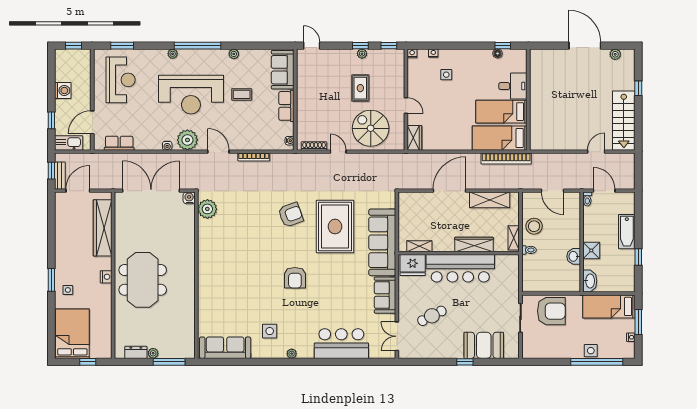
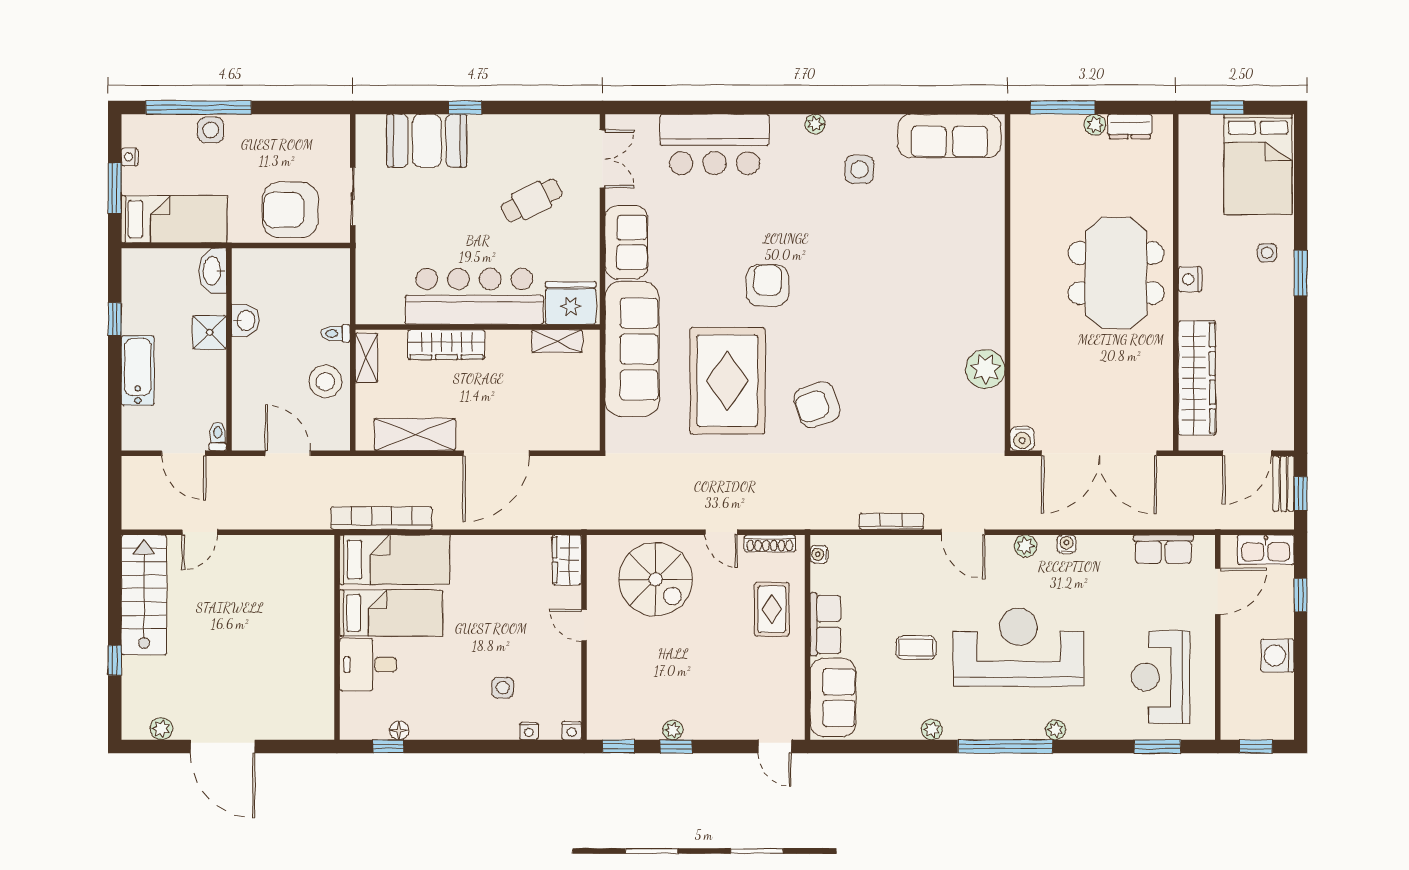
rug: (360, 88) -> (772, 609), moved
plant: (187, 140) -> (1026, 546), width x0.53, depth x0.53
plant: (207, 209) -> (985, 369), moved
armchair: (295, 278) -> (768, 285), moved

